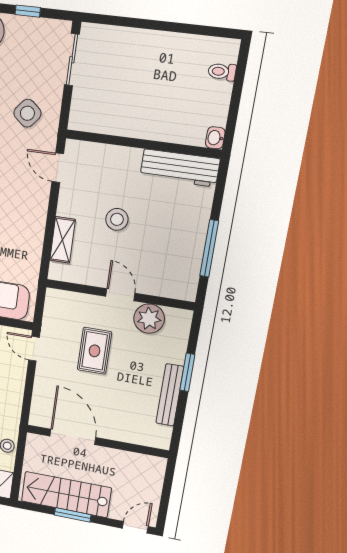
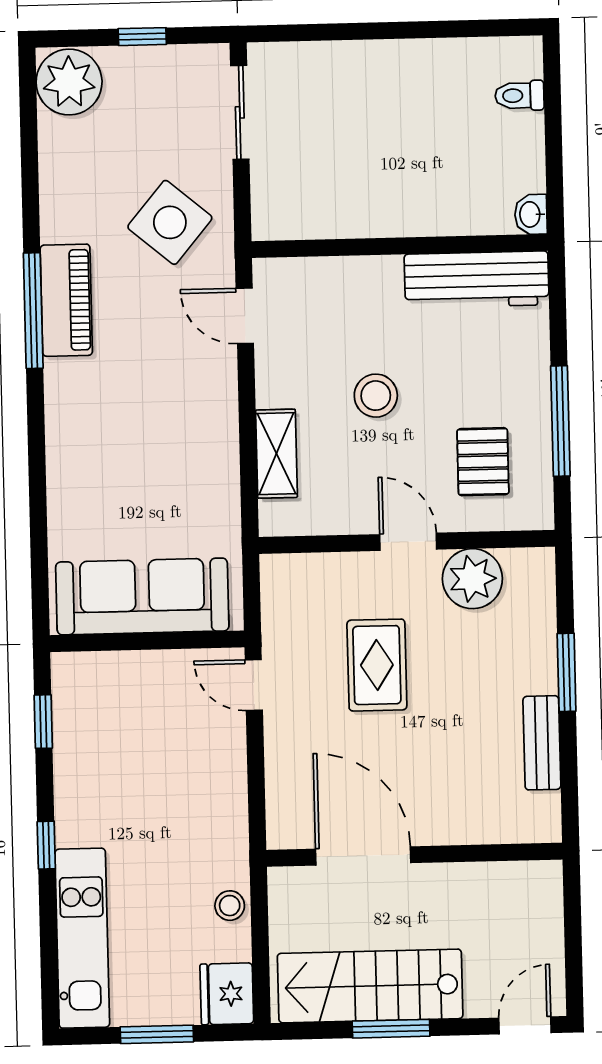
side table: (27, 113) -> (170, 222), width x1.37, depth x1.37
pallet: (165, 262) -> (483, 462), added
bench: (170, 395) -> (542, 743), width x0.73

